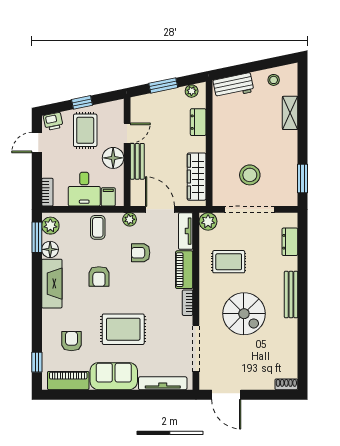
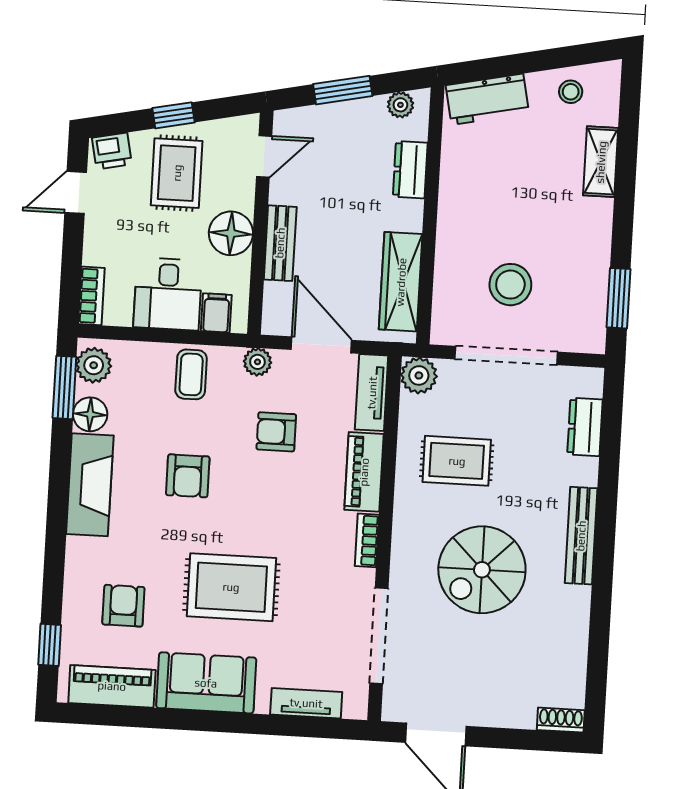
door: (127, 133) -> (264, 156), moved
spiral stairs: (244, 314) -> (482, 570), turned 90
tv unit: (163, 383) -> (306, 703), width x0.71

